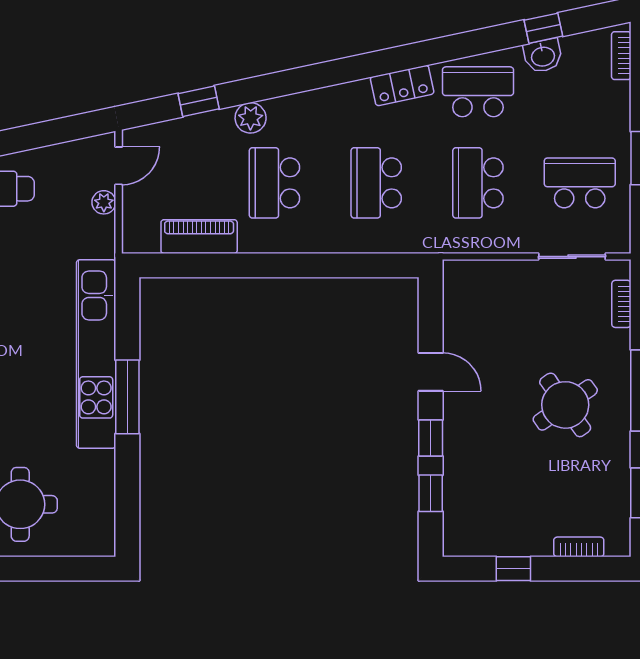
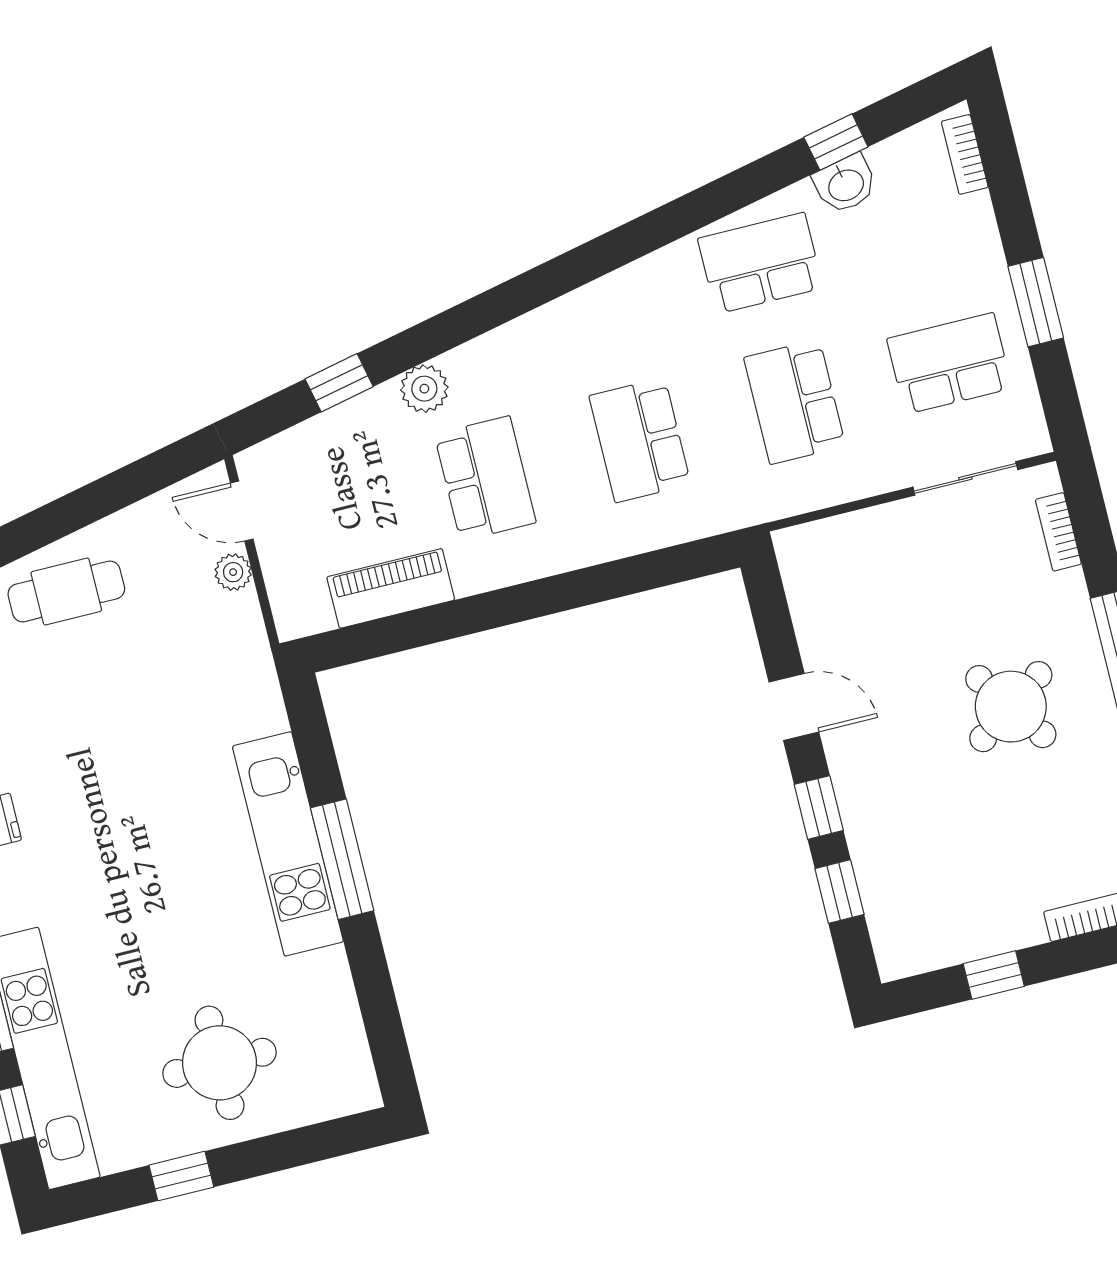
locker: (402, 85) -> (643, 282), removed
door: (119, 166) -> (242, 511), swing flipped
school desk: (274, 183) -> (485, 478), turned 180
kitchen unit: (96, 354) -> (288, 844), width x0.73

